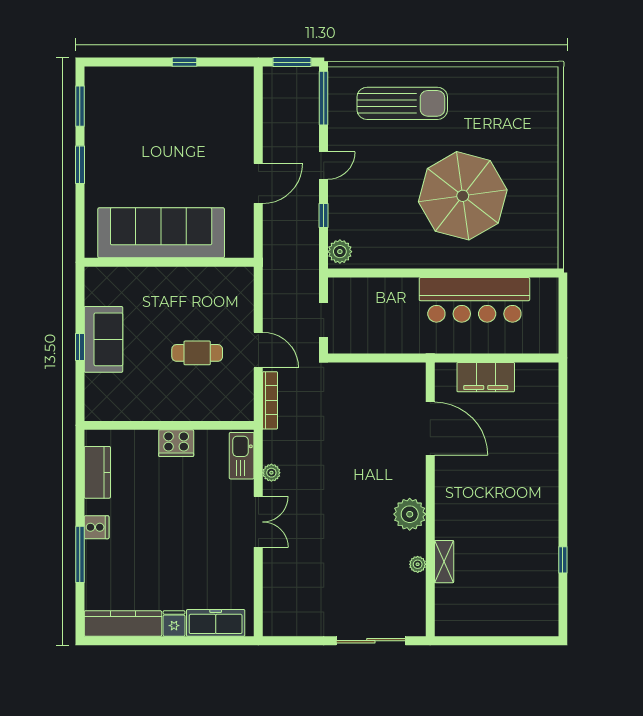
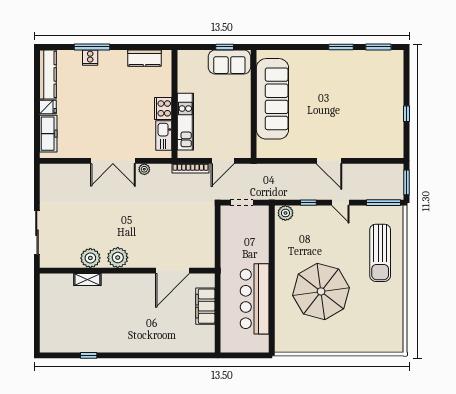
sofa: (161, 233) -> (272, 99), moved
wall: (169, 262) -> (254, 104), moved
cafe table: (197, 353) -> (221, 122), removed
kitchen unit: (197, 408) -> (185, 122), added
kitchen sink: (242, 456) -> (164, 136), moved, turned -90
double door: (258, 522) -> (113, 161), width x1.37
cooker: (97, 527) -> (90, 58), moved
plant: (418, 564) -> (90, 258), width x1.88, depth x1.88

